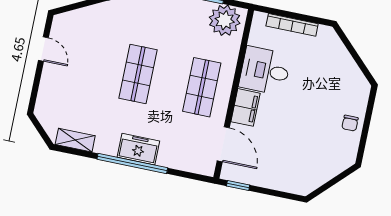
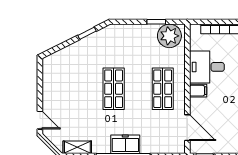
door: (43, 49) -> (40, 120), moved
filing cabinet: (246, 107) -> (198, 91), width x0.50

